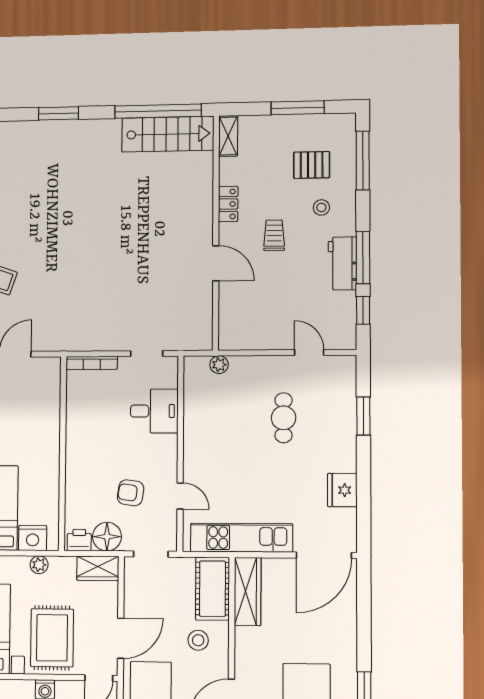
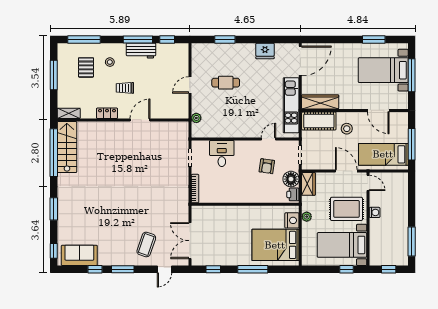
door: (309, 352) -> (190, 85), moved
door: (324, 555) -> (300, 61), hinge flipped

